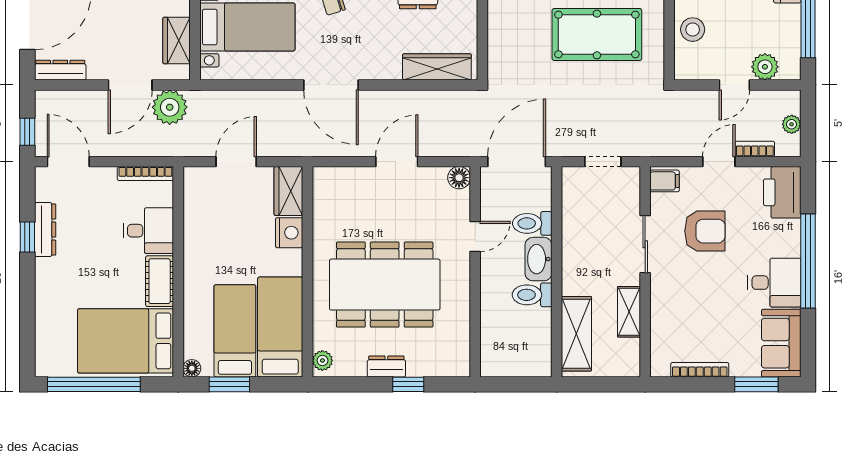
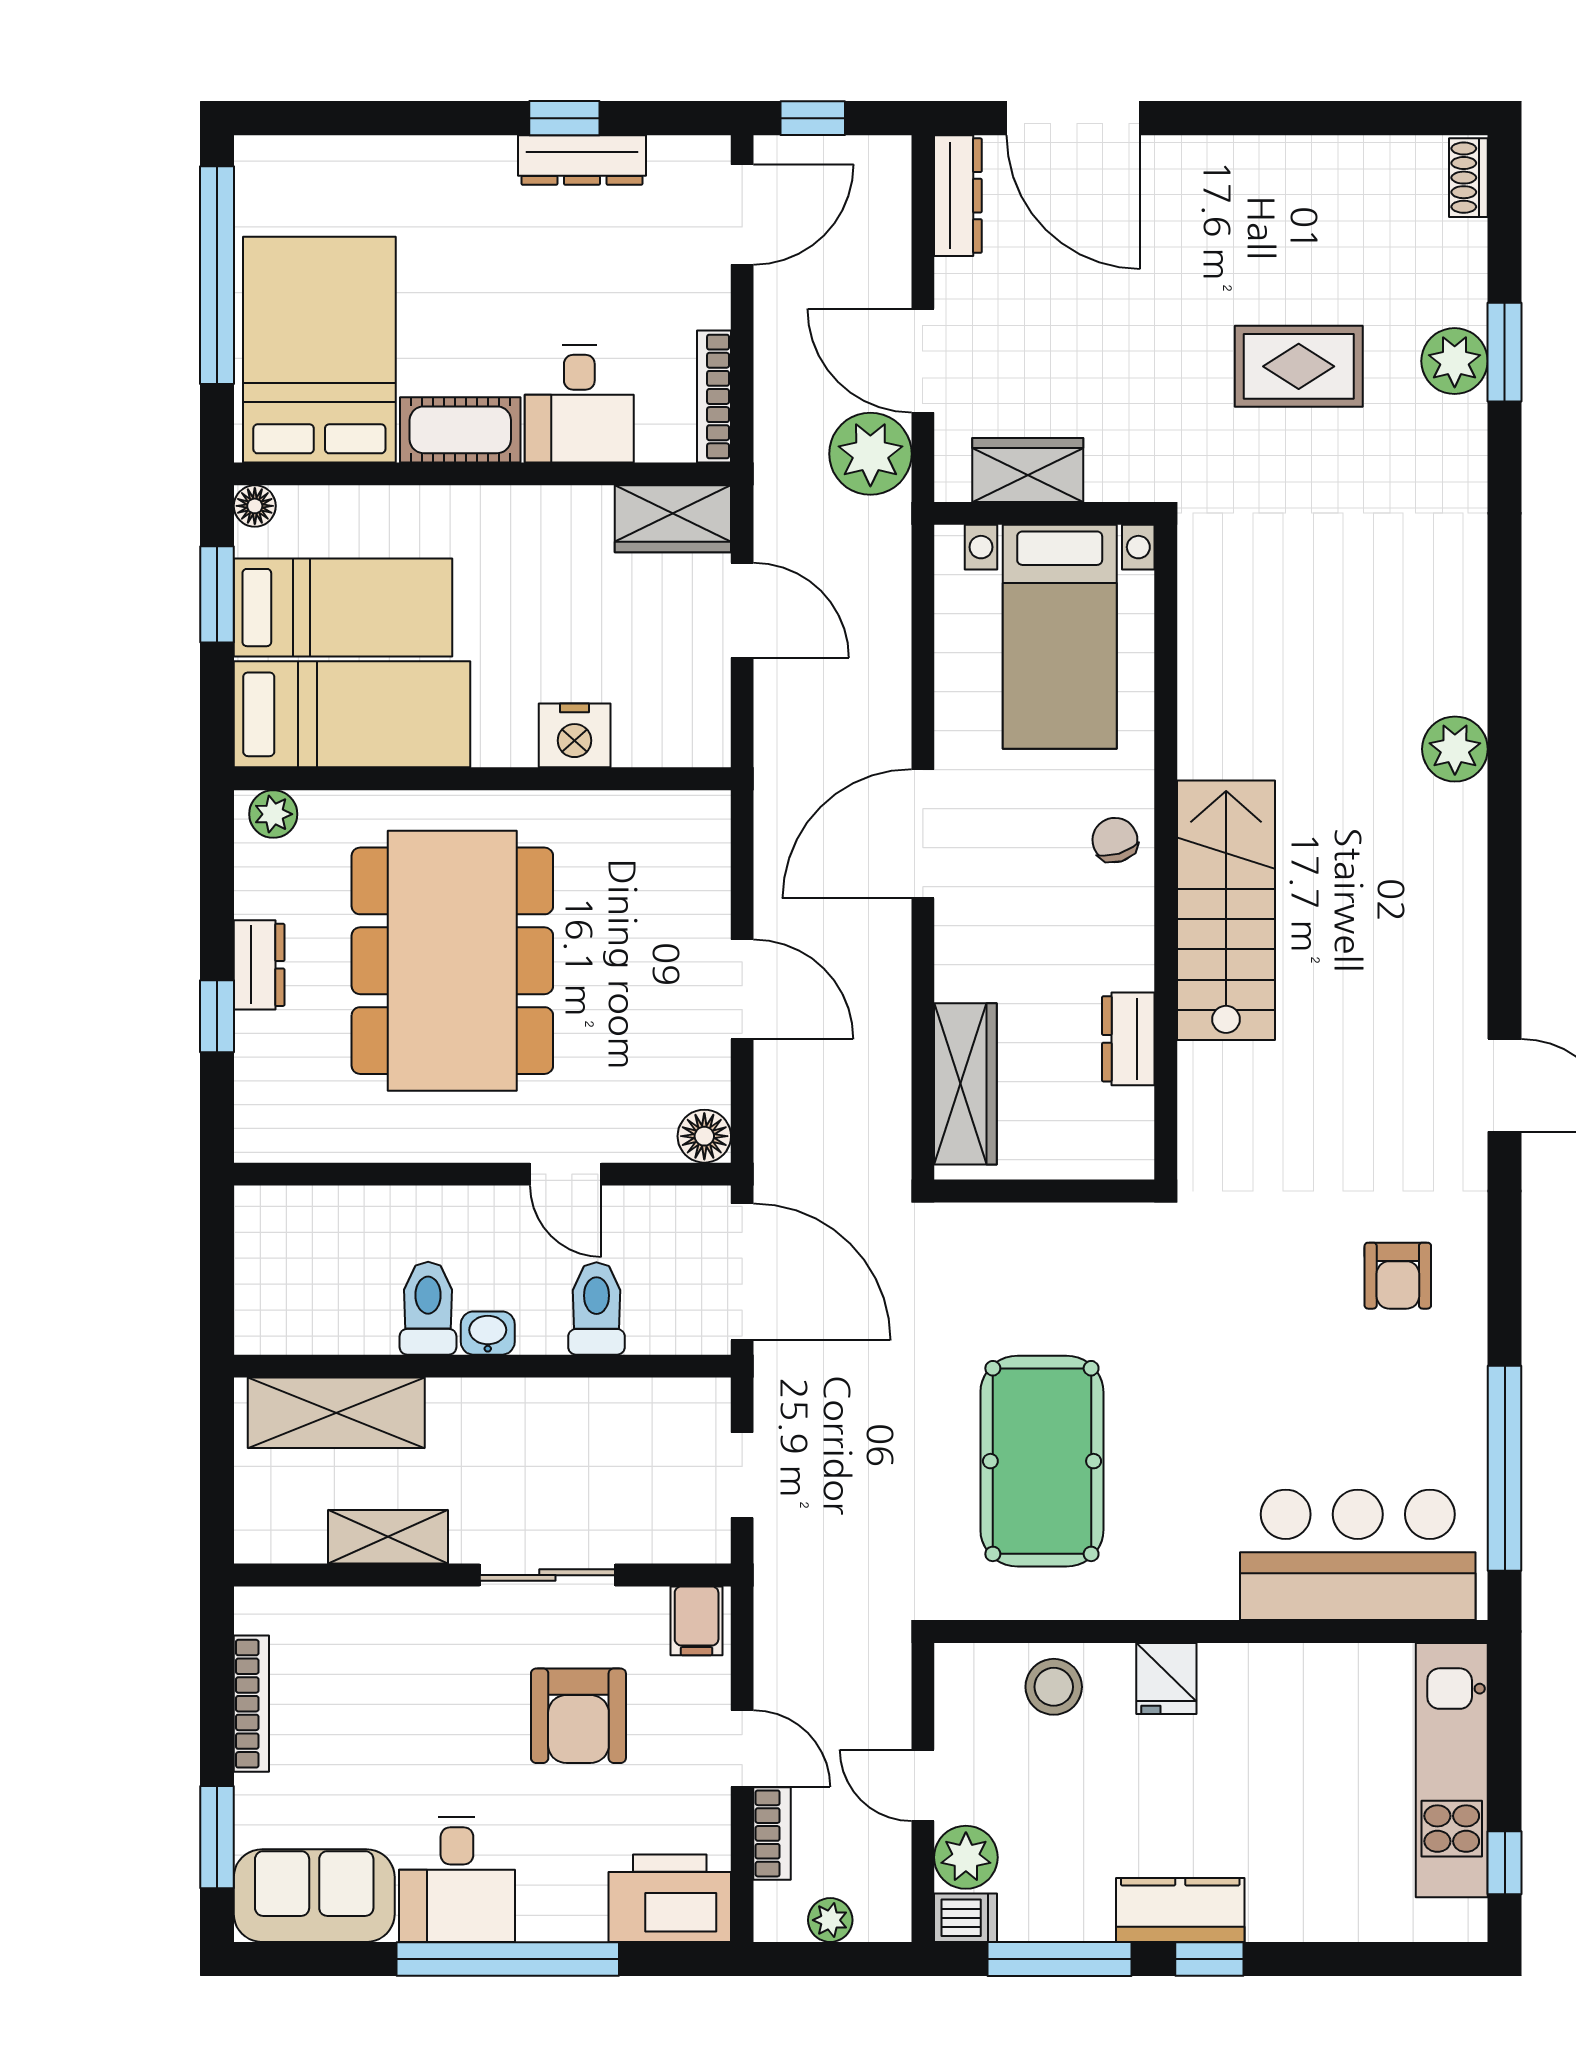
dishwasher: (791, 67) -> (965, 1918), added
wardrobe: (288, 191) -> (673, 519), moved, turned 180
washbasin: (538, 259) -> (488, 1333), width x0.52, depth x0.69

